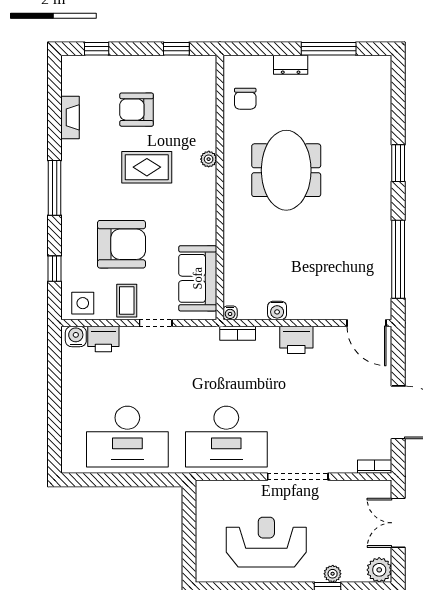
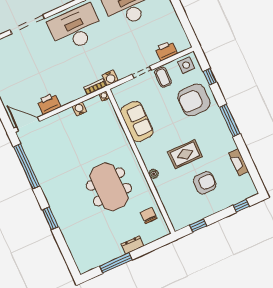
armchair: (121, 244) -> (194, 100), moved
sofa: (198, 278) -> (137, 122), moved
water cooler: (76, 337) -> (110, 78), moved
printer: (296, 340) -> (49, 104), moved

